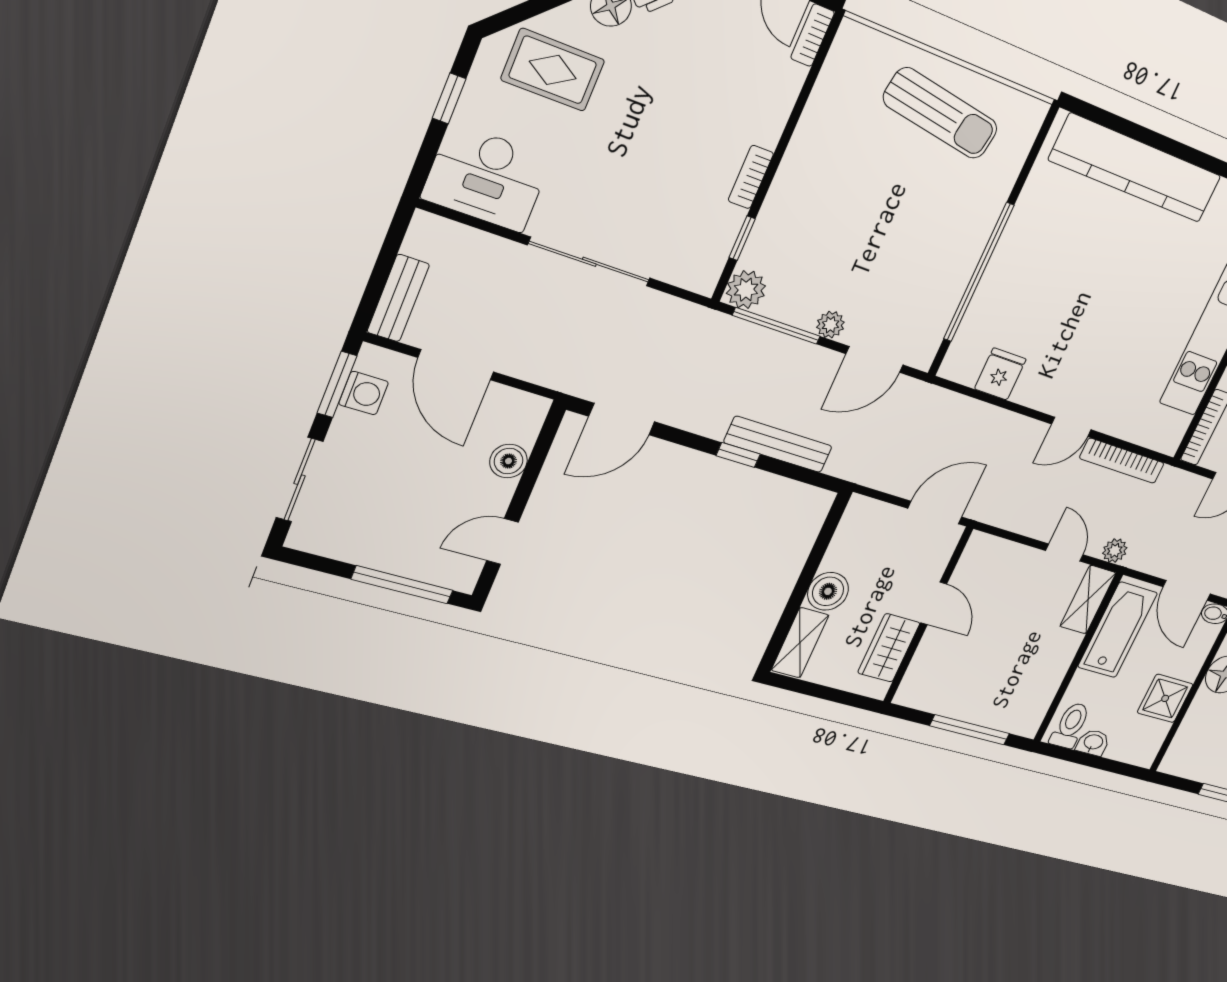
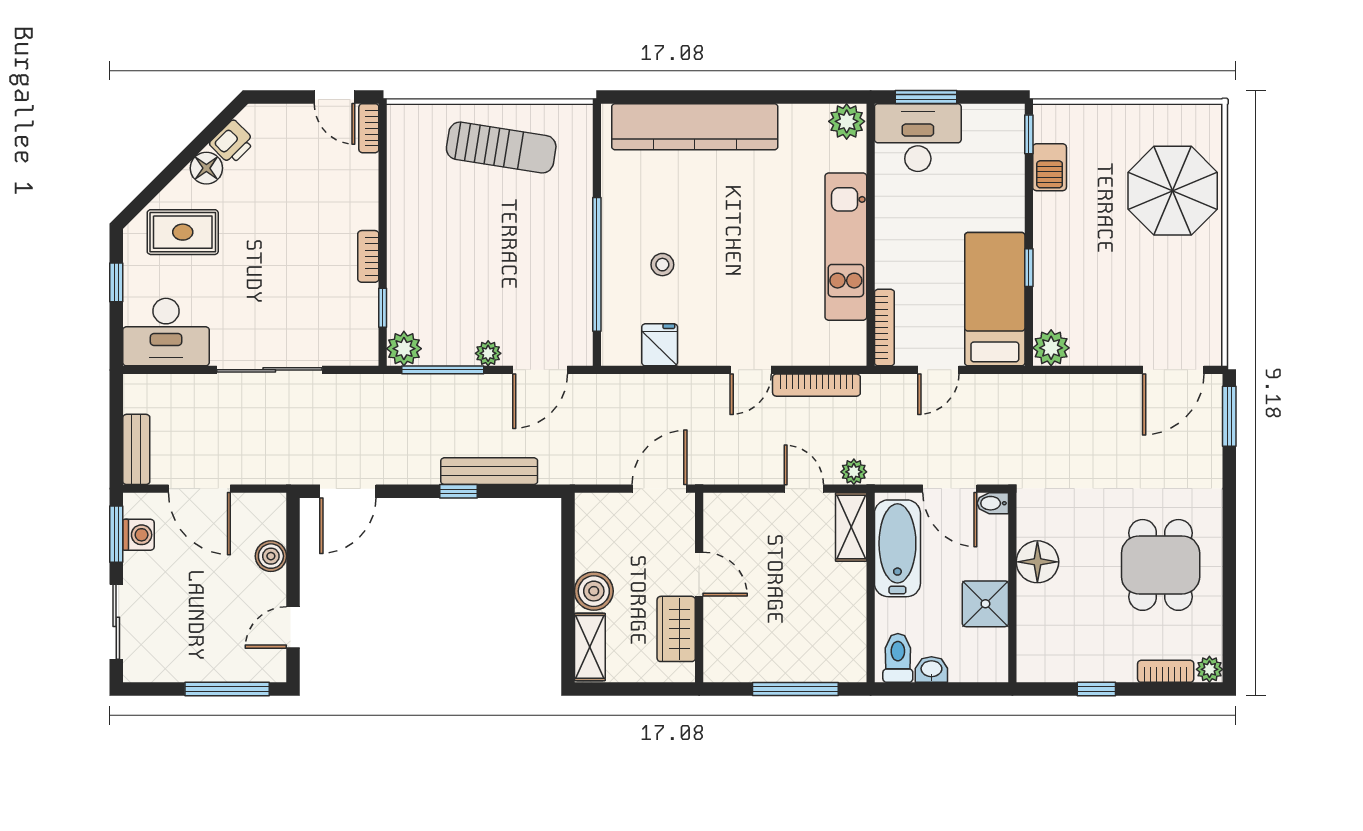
stool: (1040, 296) -> (662, 265), added

